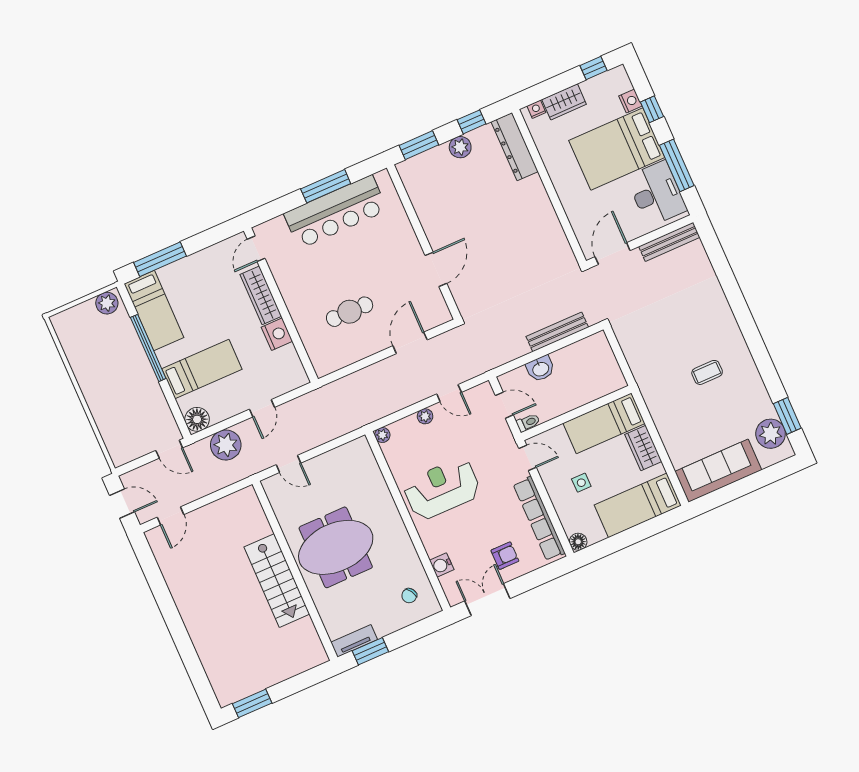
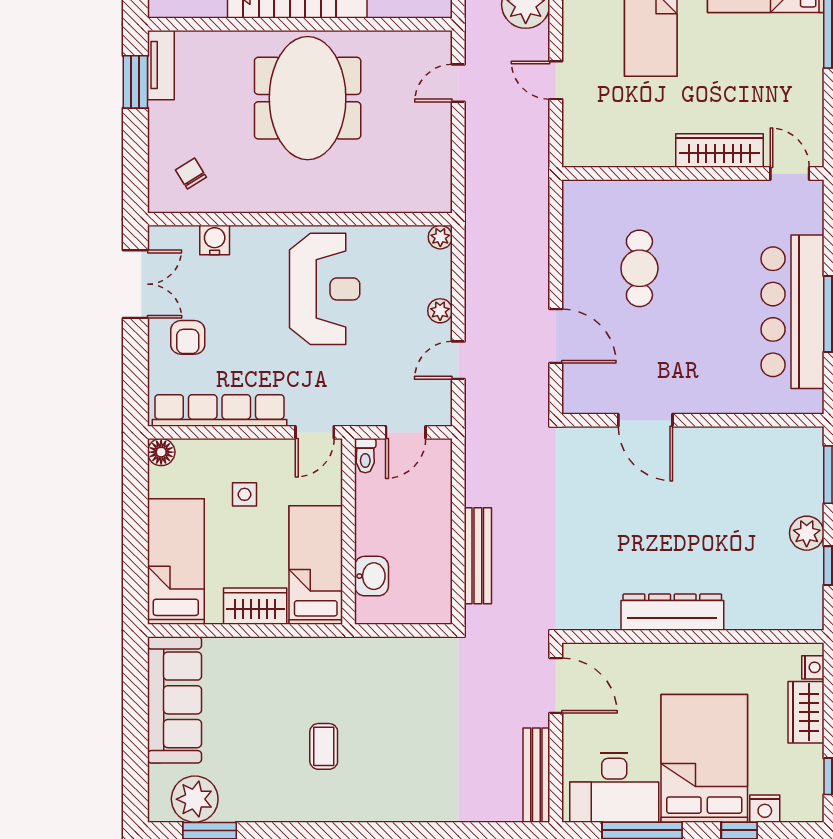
dresser: (515, 147) -> (672, 612), moved
nightstand: (277, 334) -> (653, 149), removed
washbasin: (540, 369) -> (371, 576), moved, turned 180

